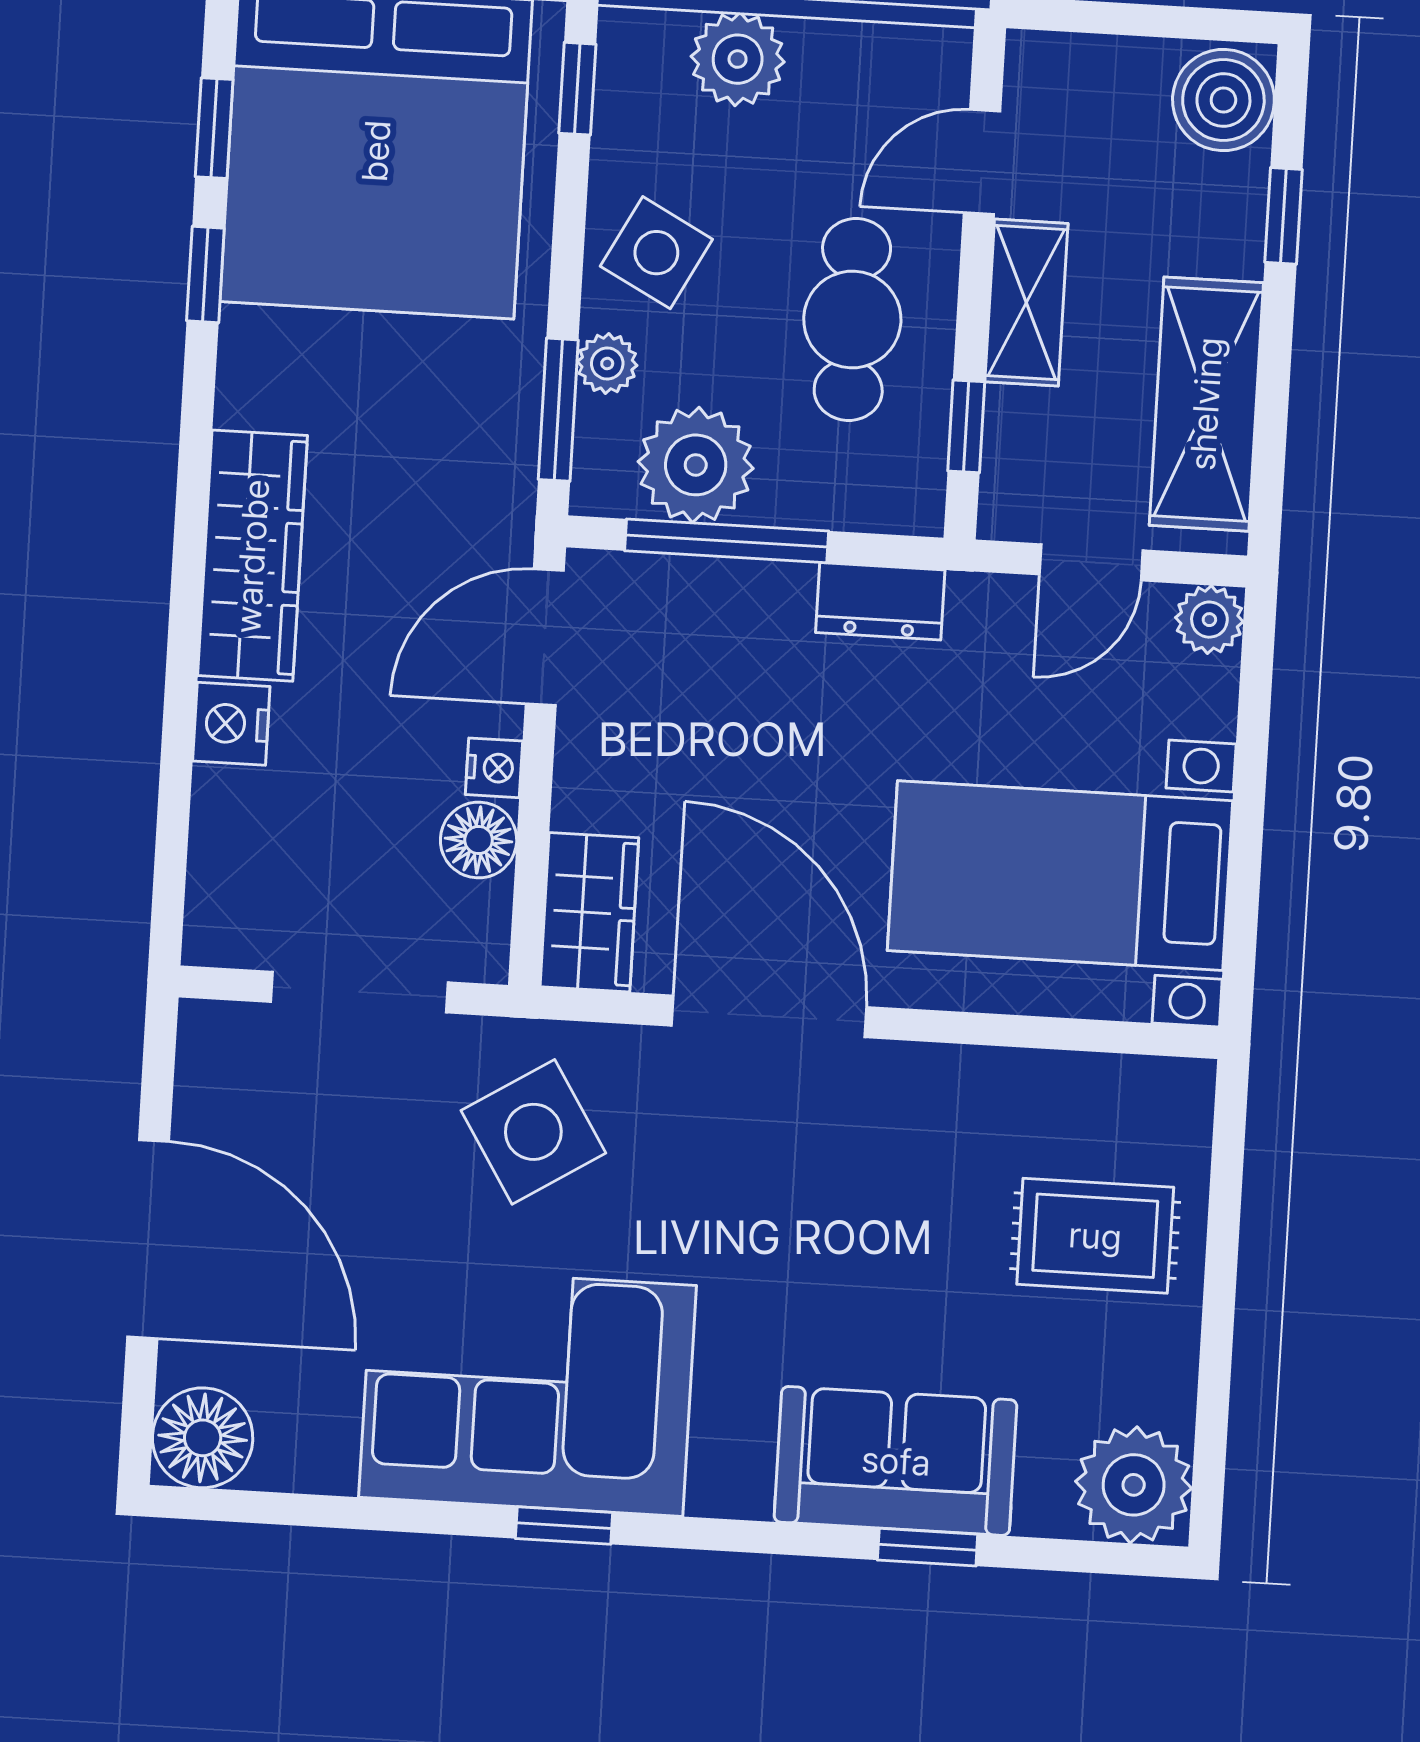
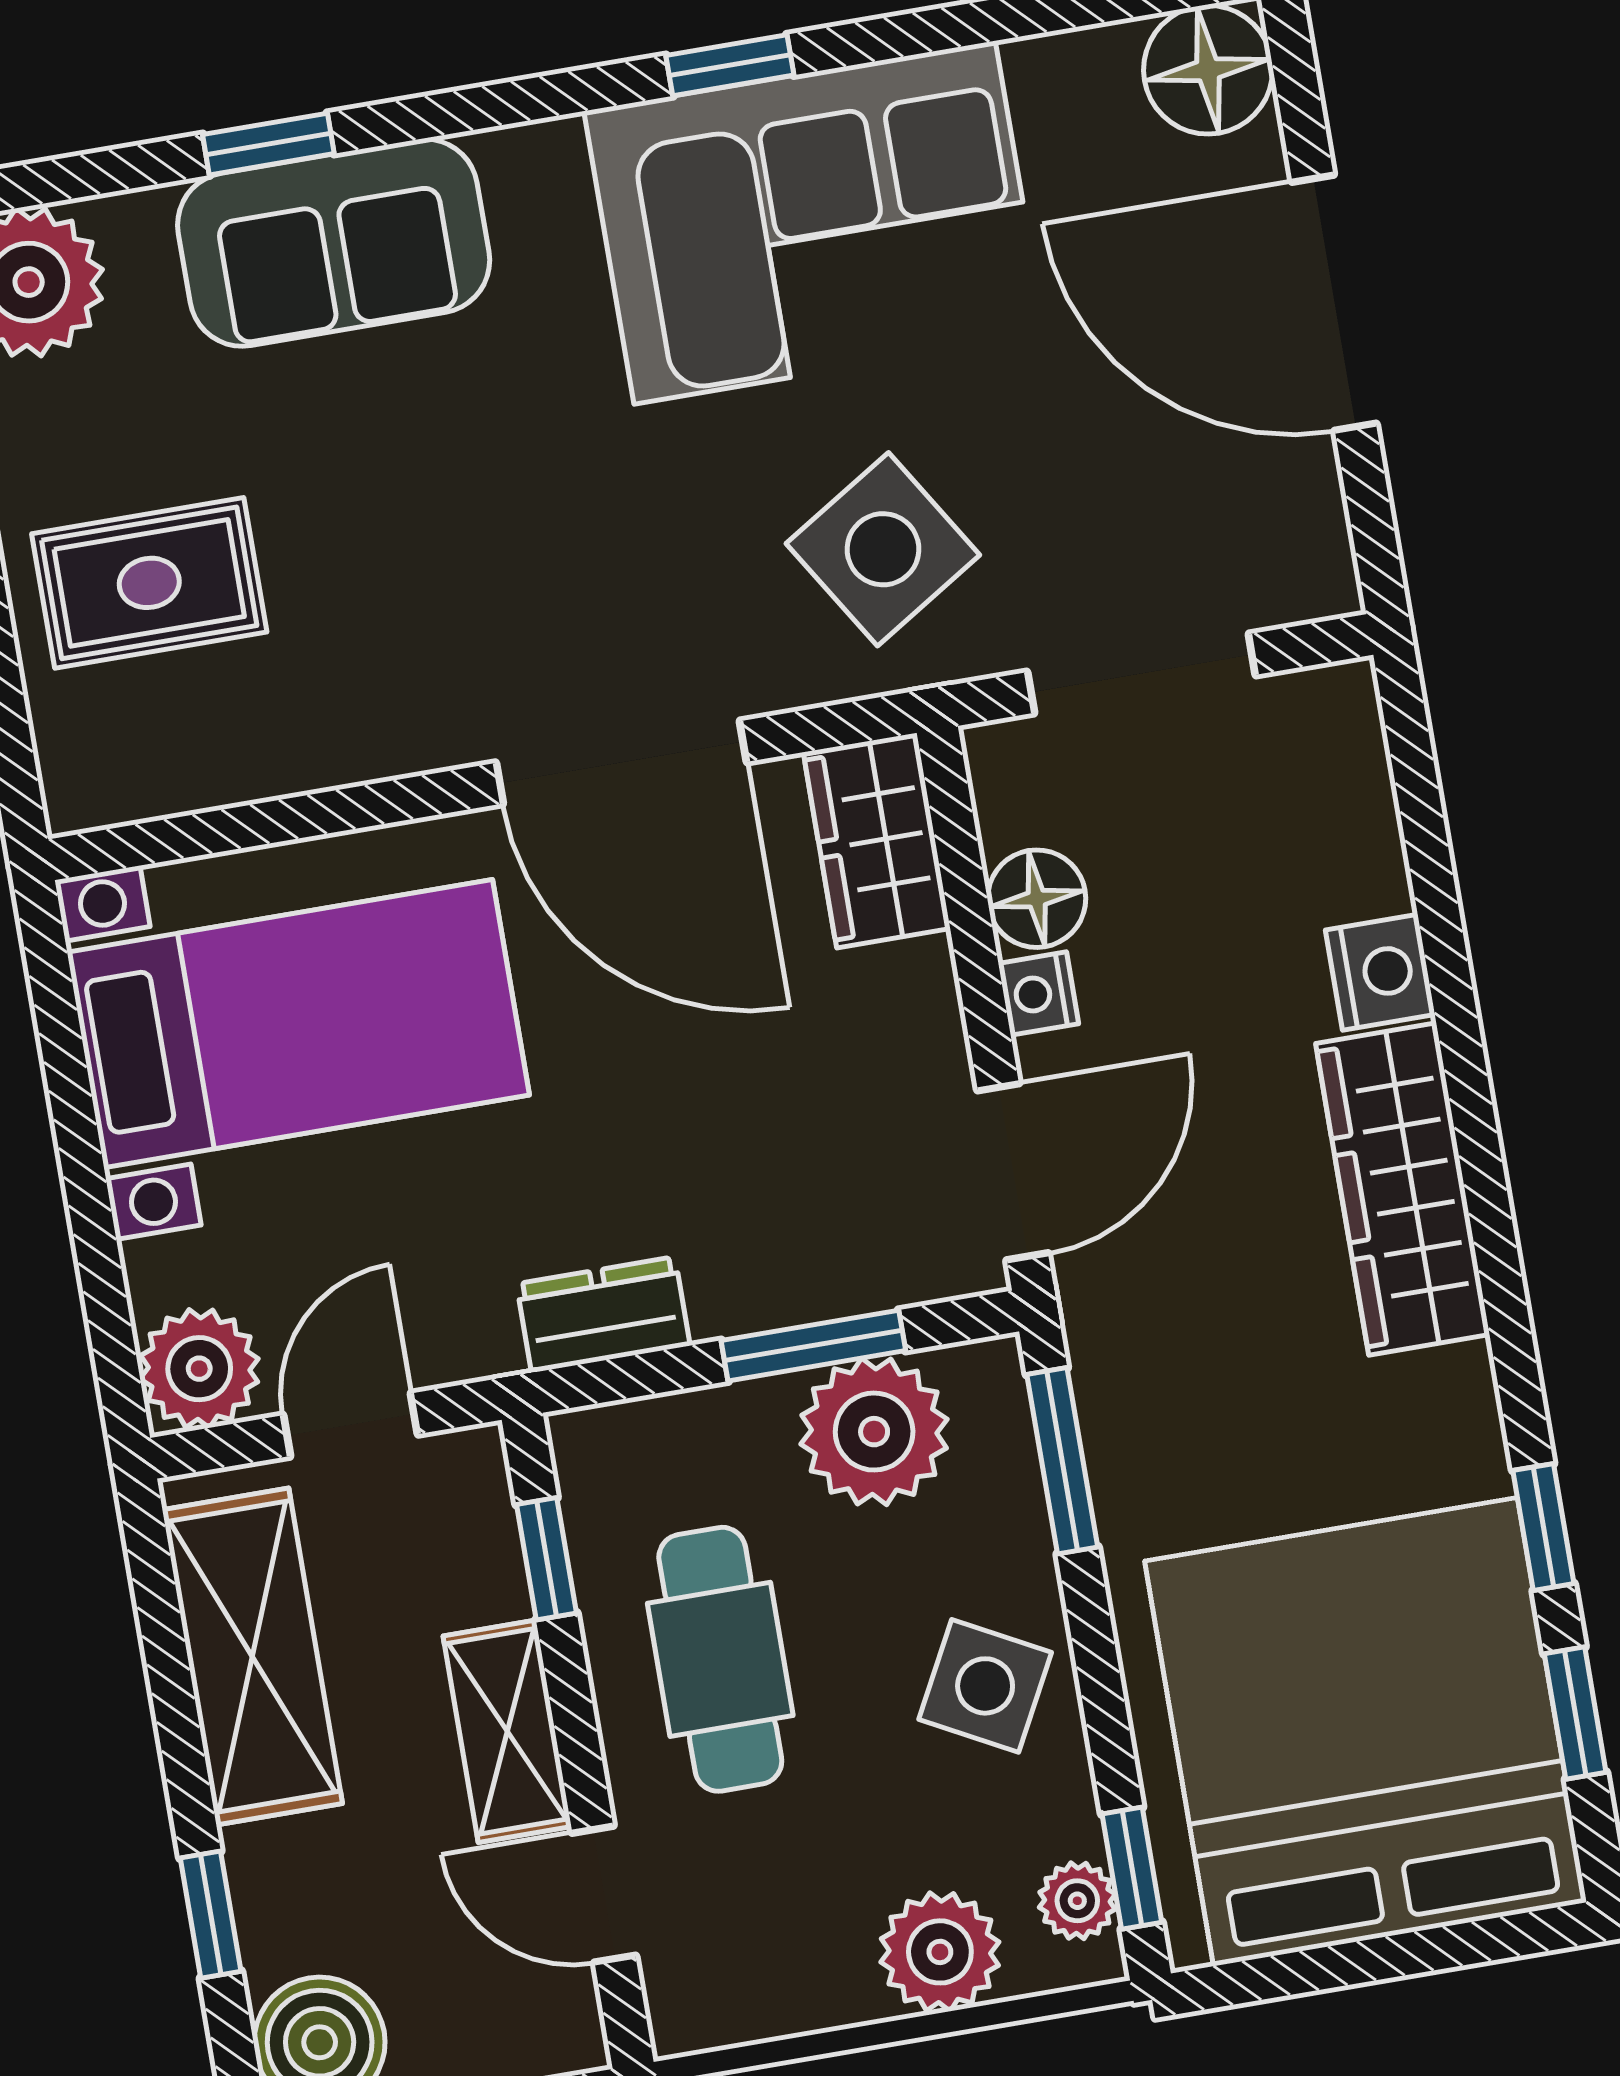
door: (982, 162) -> (604, 1894), swing flipped
plant: (607, 363) -> (1077, 1901), moved
window: (727, 541) -> (813, 1346), width x0.69
plant: (1209, 620) -> (199, 1369), width x1.38, depth x1.38

